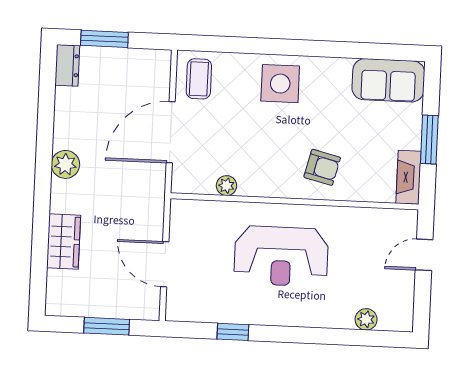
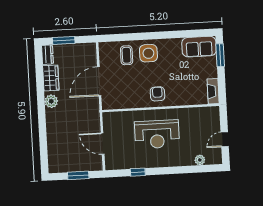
coffee table: (199, 79) -> (127, 55), moved
window: (429, 140) -> (220, 55), moved
armchair: (322, 167) -> (157, 94), moved, turned -104
plant: (226, 186) -> (128, 104), removed
wardrobe: (64, 242) -> (51, 78), moved
door: (424, 255) -> (225, 139), moved

